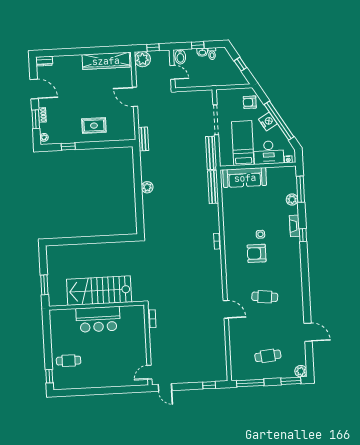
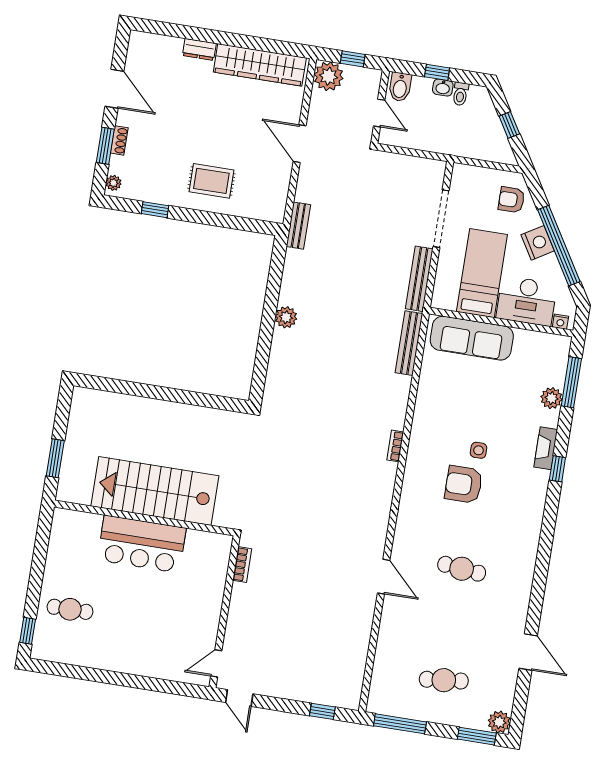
dresser: (44, 61) -> (199, 49), moved

